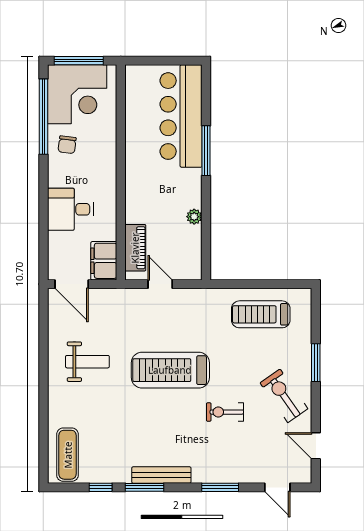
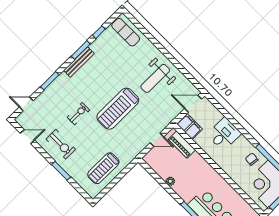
treadmill: (261, 314) -> (103, 168), turned 180
weight bench: (87, 362) -> (155, 78), width x1.36, depth x1.33
treadmill: (170, 370) -> (118, 109), turned 180
exercise bike: (284, 396) -> (61, 144), turned 35

